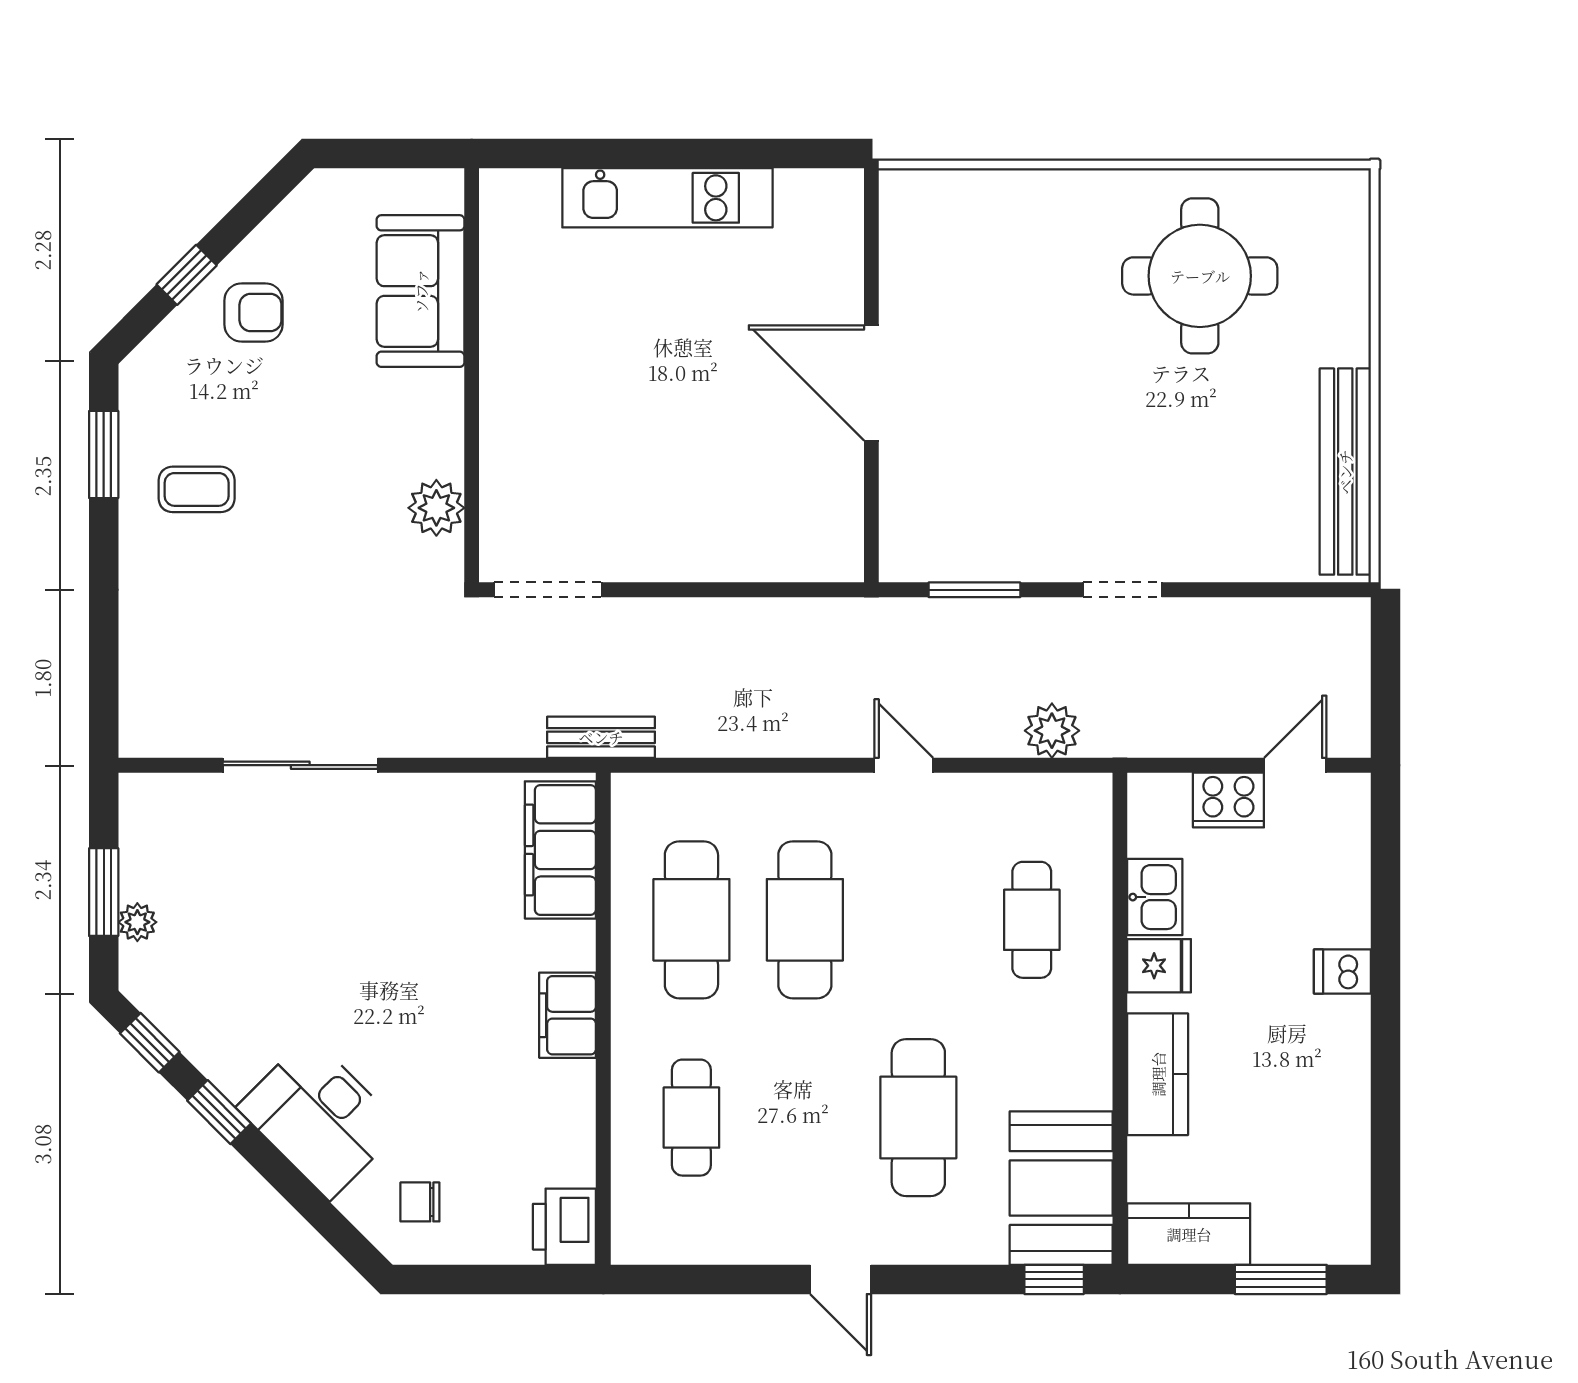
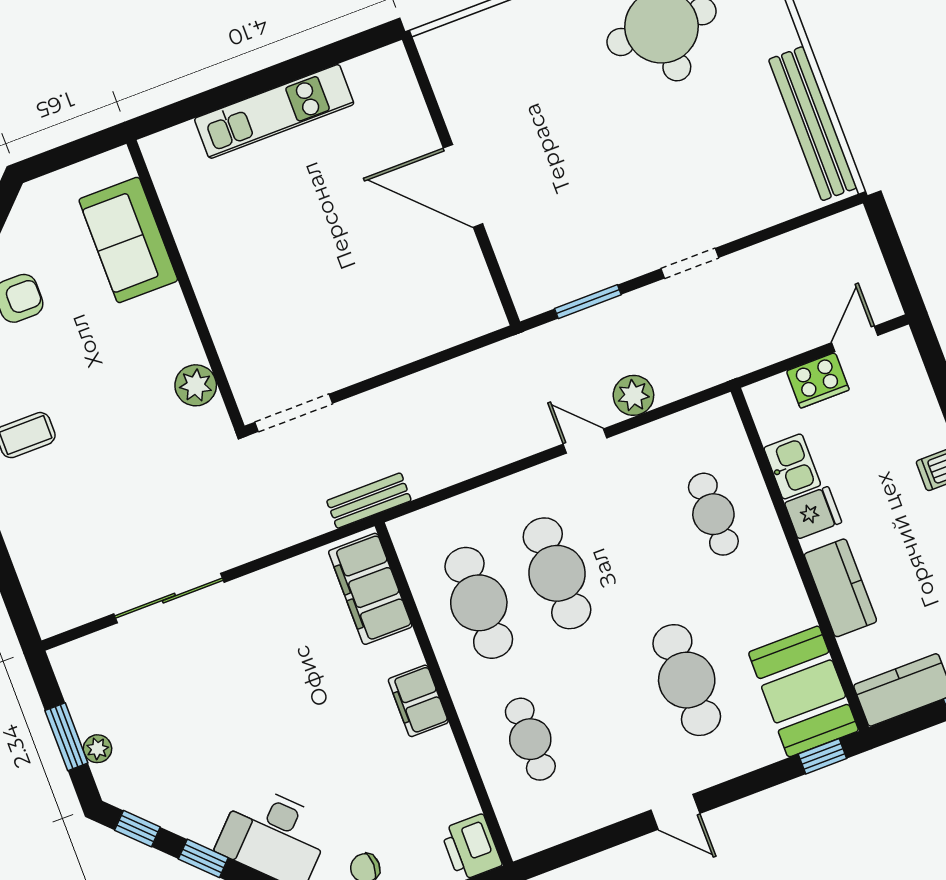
plant: (1052, 731) -> (633, 395), moved

